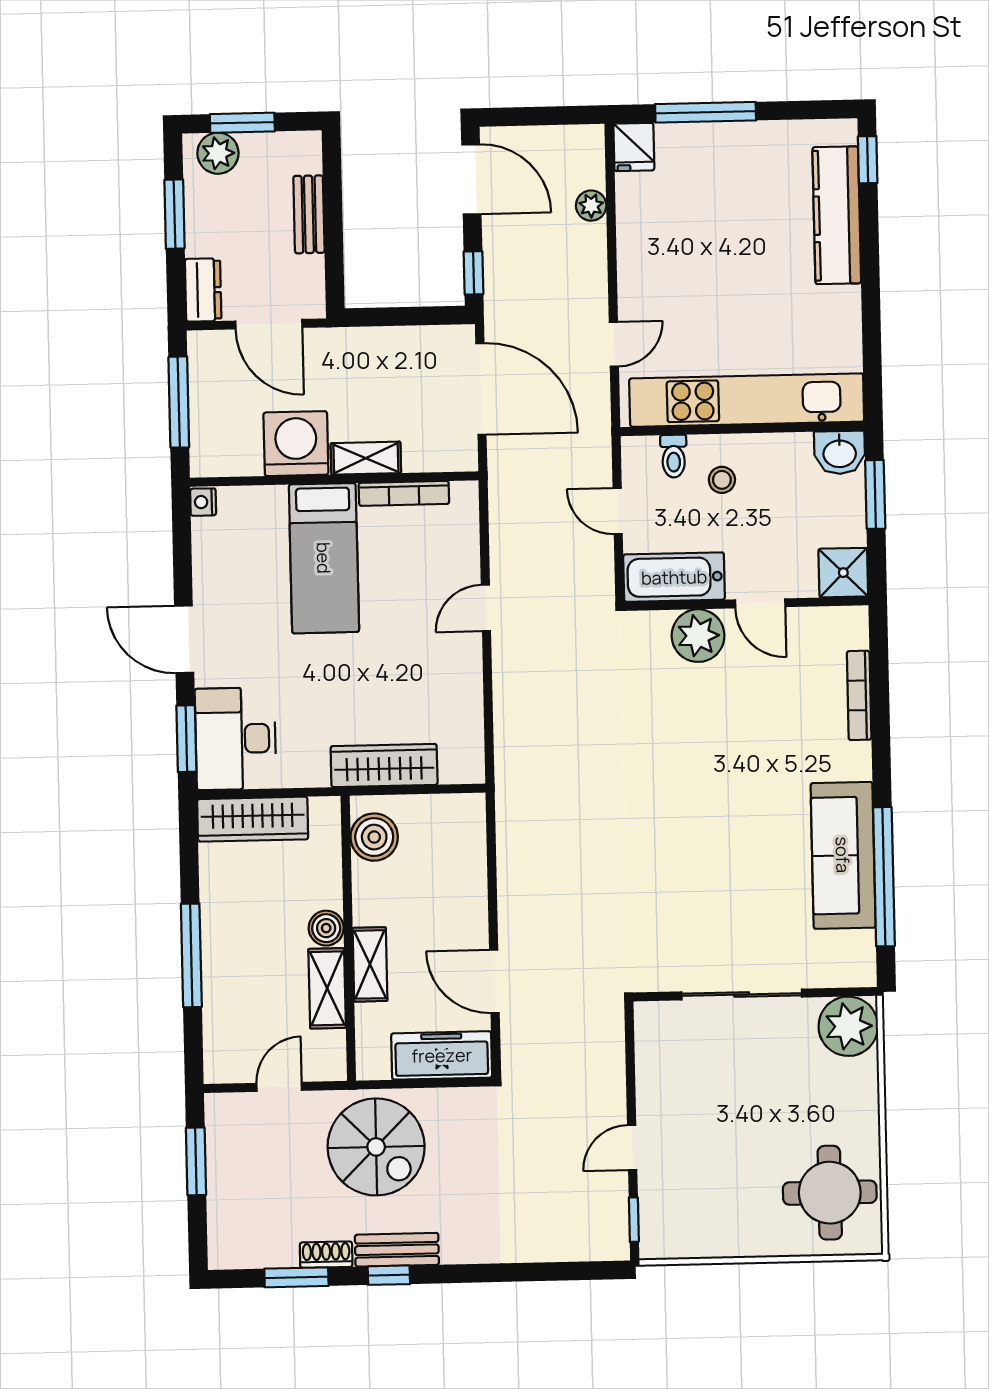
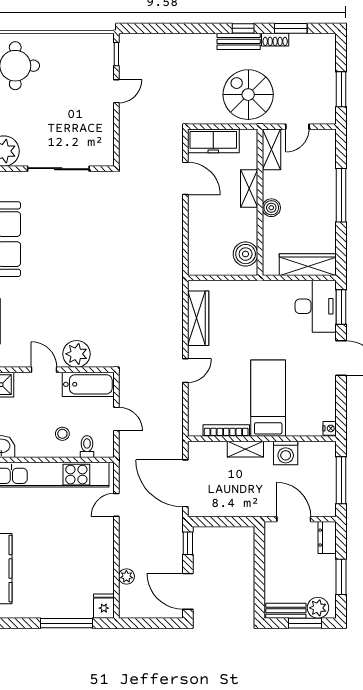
bench: (309, 214) -> (286, 611), moved, turned 90
washing machine: (296, 444) -> (286, 453), width x0.73, depth x0.73
wardrobe: (384, 765) -> (198, 318), moved, turned -90
shelving: (327, 988) -> (272, 149), moved

